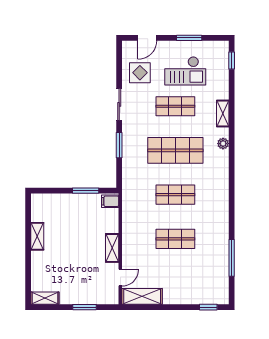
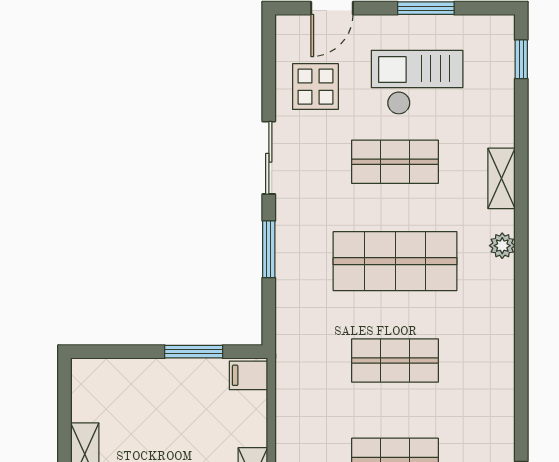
checkout: (185, 71) -> (417, 82), turned 180

